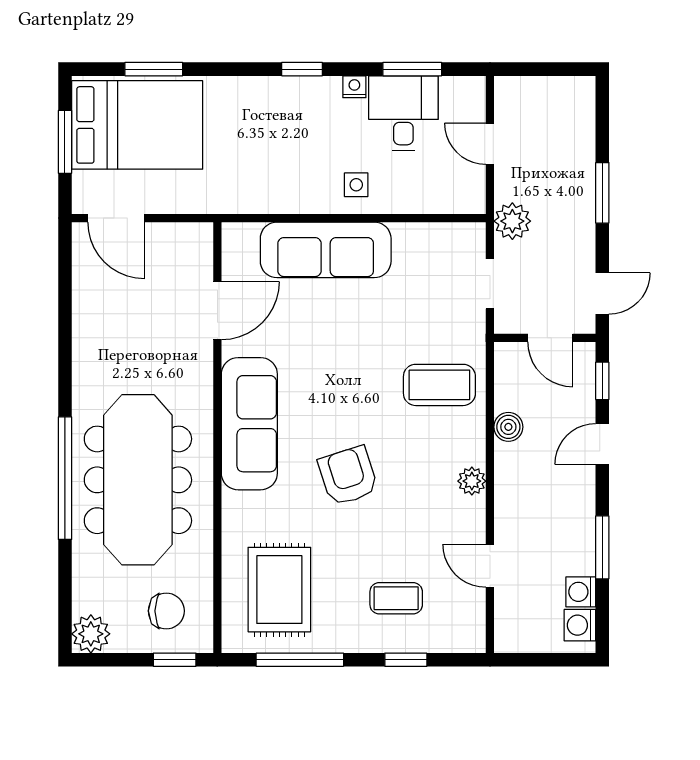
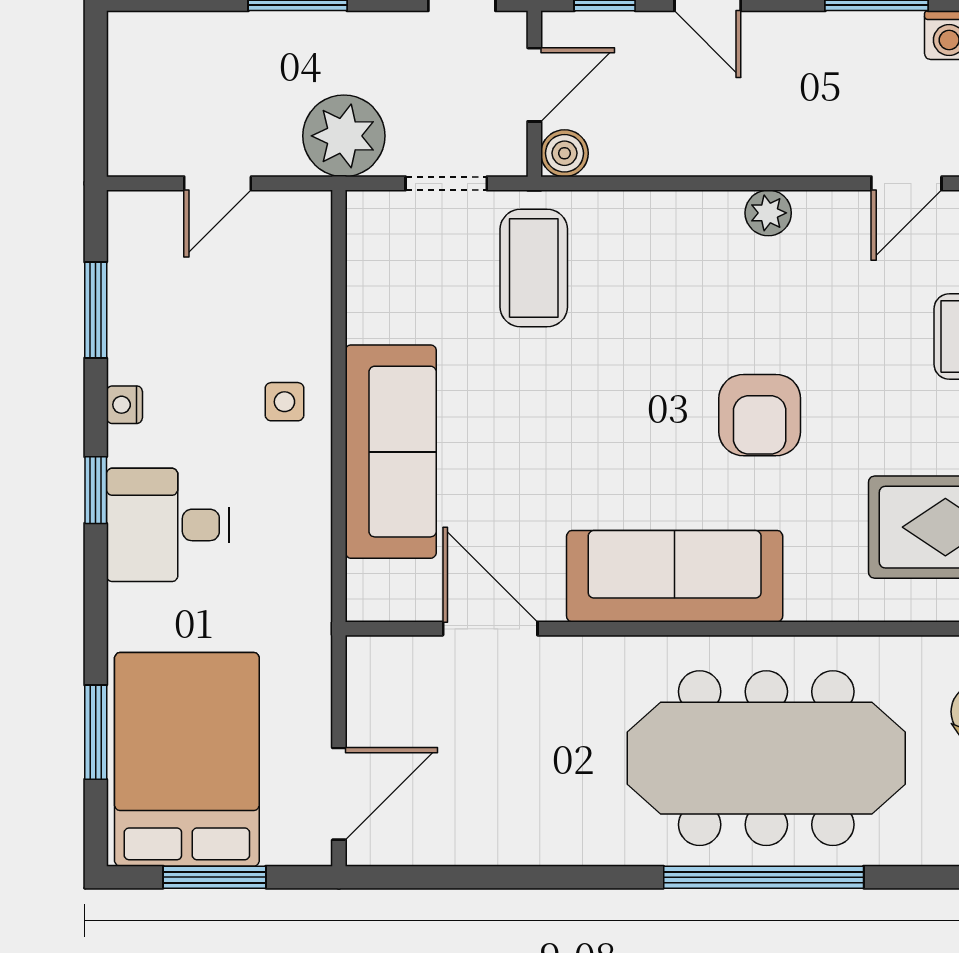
desk: (403, 113) -> (168, 525), moved
plant: (512, 221) -> (344, 136), width x1.36, depth x1.36
coffee table: (439, 385) -> (534, 268), moved
boiler: (508, 427) -> (564, 153), moved
armchair: (348, 476) -> (760, 415), turned -72

